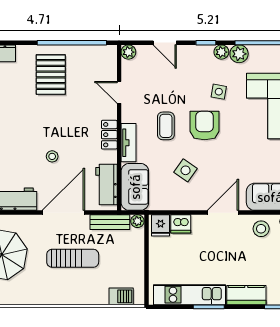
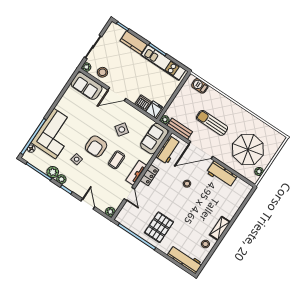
tv unit: (128, 143) -> (136, 173), moved

